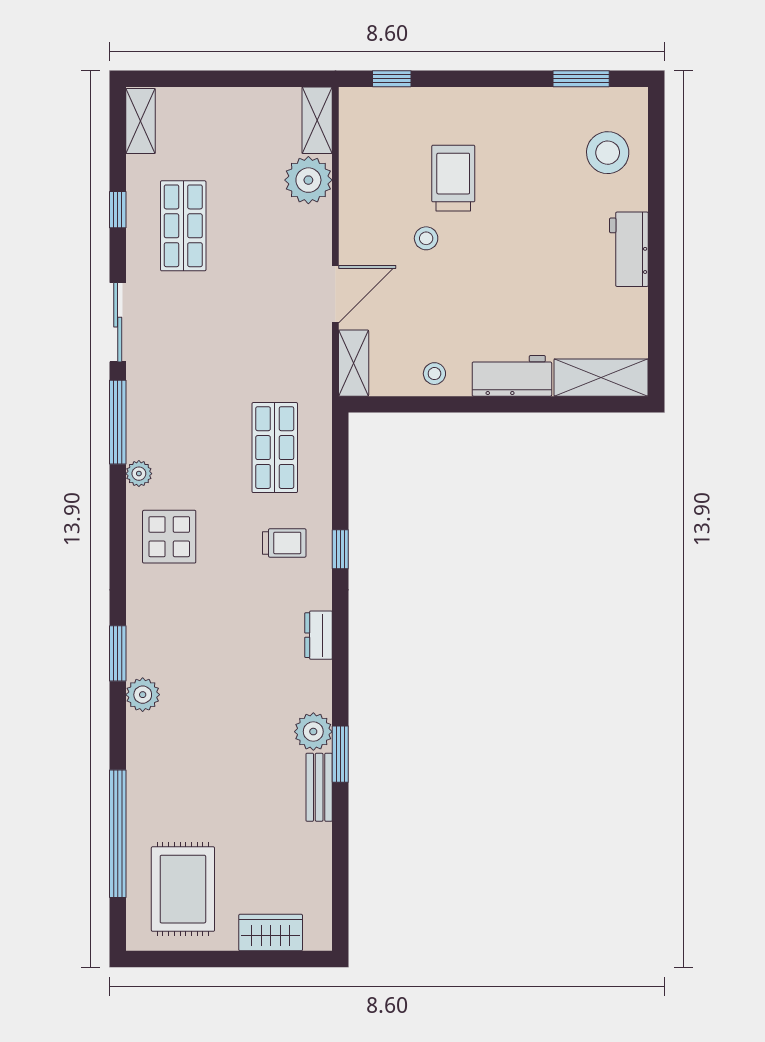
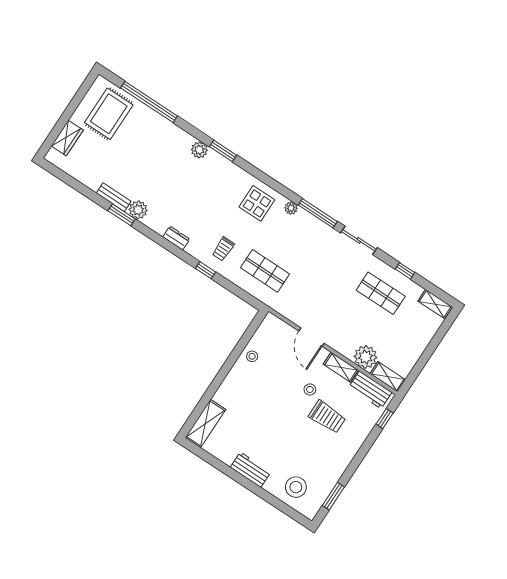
shelving: (354, 363) -> (341, 367), moved
workbench: (512, 376) -> (370, 390), moved, turned 90
rug: (183, 889) -> (109, 114), turned 90

